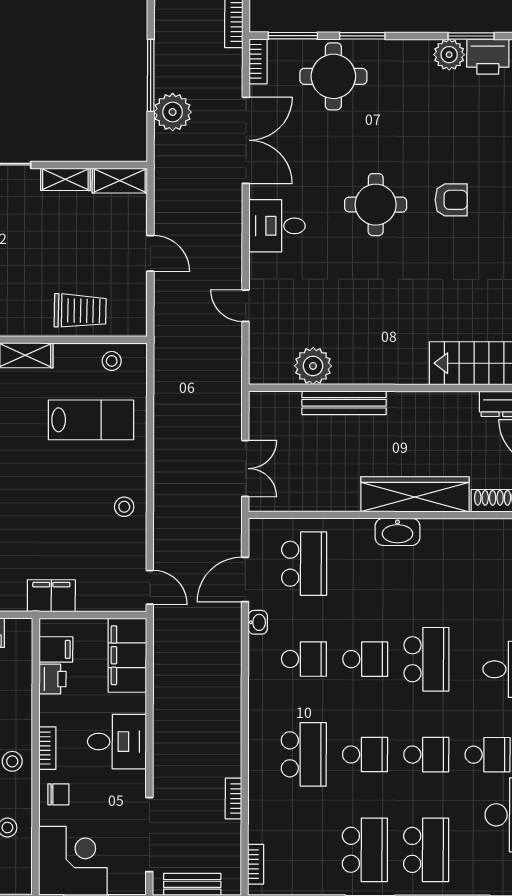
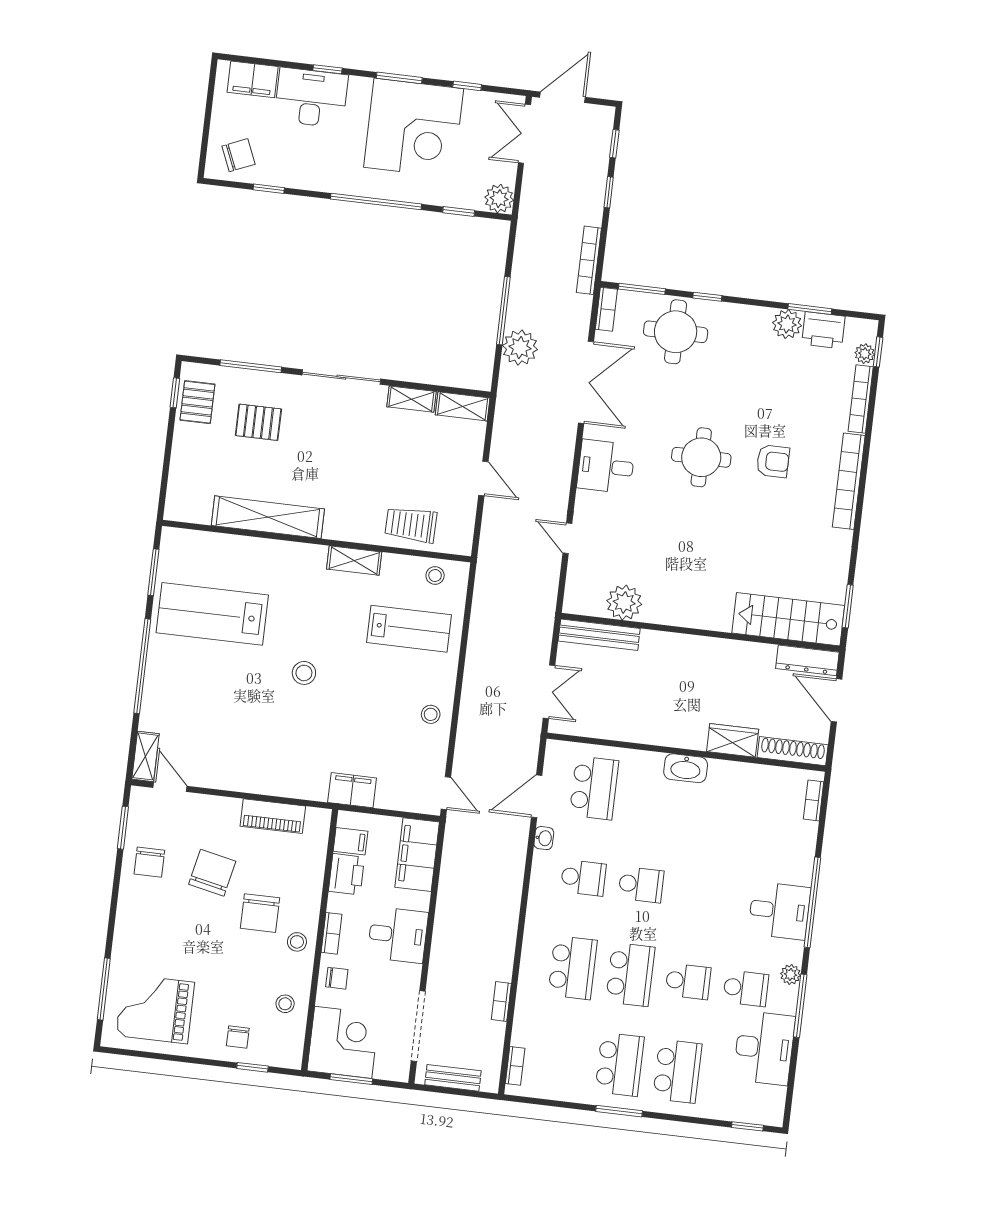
window: (362, 36) -> (707, 297), width x0.67
trolley: (80, 311) -> (411, 525), turned 180
bench: (344, 403) -> (599, 635), moved
wardrobe: (415, 494) -> (733, 740), width x0.48, depth x0.85
school desk: (426, 659) -> (699, 892), removed
printer: (52, 679) -> (346, 874), width x1.36, depth x1.24
school desk: (365, 754) -> (630, 975), width x1.85

